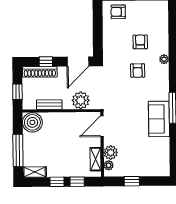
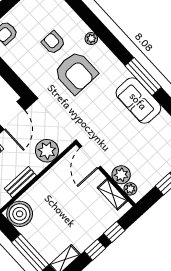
armchair: (138, 71) -> (76, 72), width x1.88, depth x1.88

